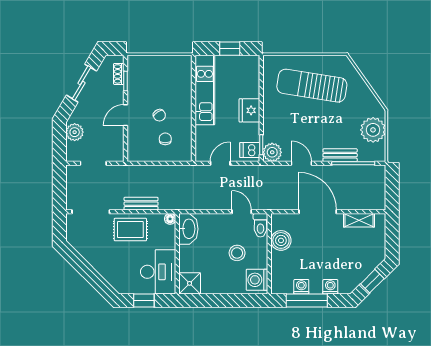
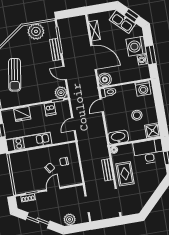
sun lounger: (312, 86) -> (15, 75), width x0.73, depth x0.75
fridge: (249, 110) -> (22, 114), moved
door: (126, 115) -> (53, 189), swing flipped
dishwasher: (250, 150) -> (50, 109), moved
door: (220, 163) -> (73, 124), hinge flipped
door: (301, 163) -> (65, 73), hinge flipped
door: (318, 212) -> (94, 58), swing flipped
boiler: (281, 240) -> (105, 79), moved
stool: (237, 253) -> (137, 115), moved
kitchen sink: (365, 266) -> (122, 22), added
washing machine: (330, 287) -> (136, 46), width x1.89, depth x1.89
window: (307, 301) -> (151, 55), width x0.69

